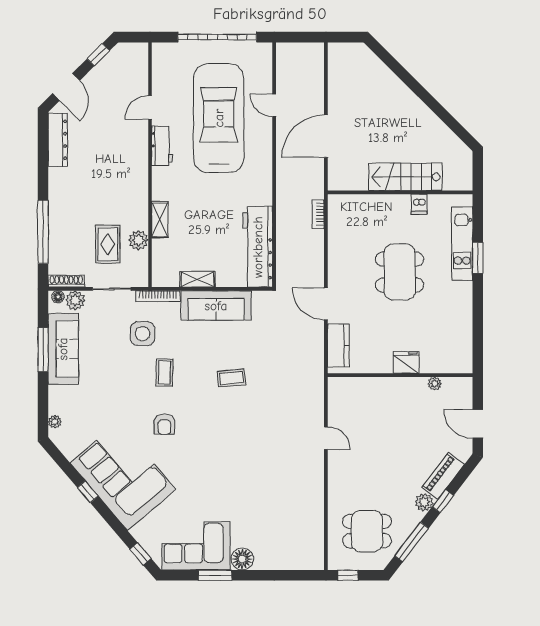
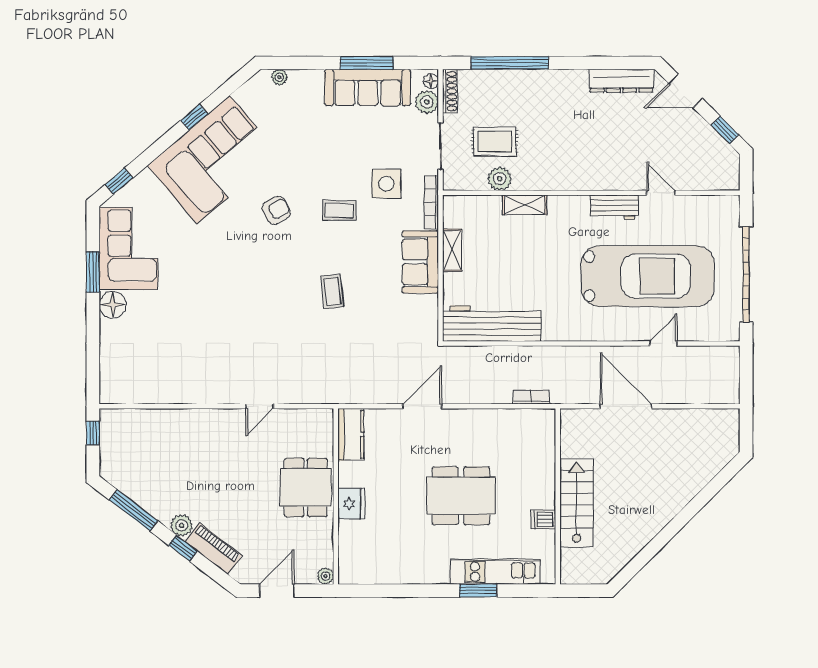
sofa: (216, 306) -> (420, 262), width x0.73
kitchen counter: (338, 345) -> (351, 434), moved, turned -90
plant: (435, 384) -> (326, 576), moved
armchair: (164, 424) -> (276, 210), turned 151
dining table: (367, 531) -> (306, 487), moved

